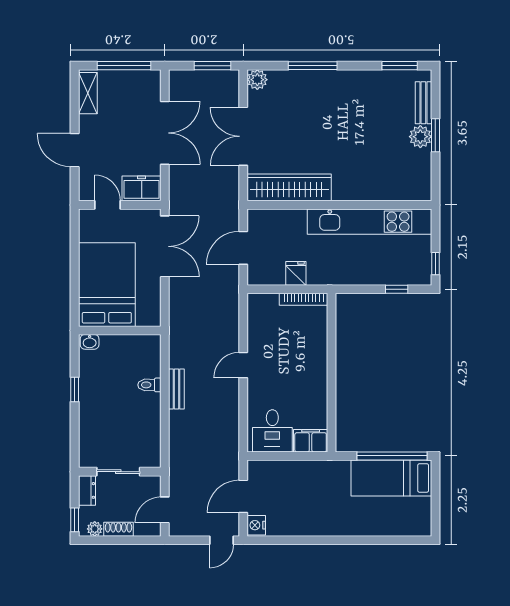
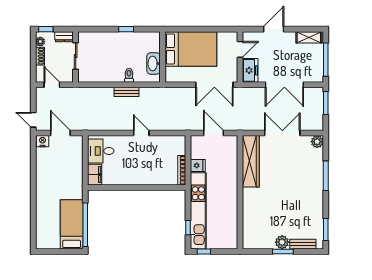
window: (213, 66) -> (326, 103), moved
kitchen unit: (369, 222) -> (198, 211), moved, turned 180
washbasin: (90, 342) -> (154, 63), moved, width x1.91, depth x1.45

